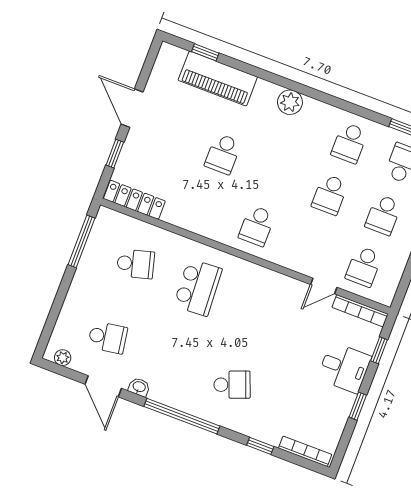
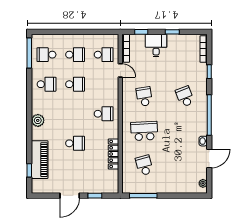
locker: (134, 200) -> (114, 154), moved
school desk: (108, 337) -> (144, 97), moved

